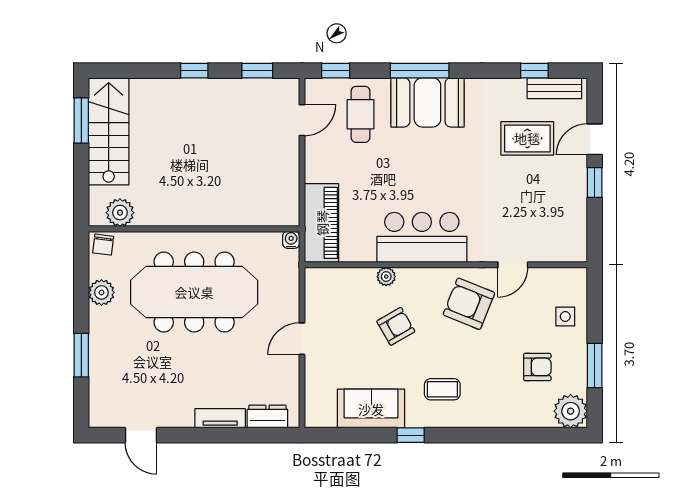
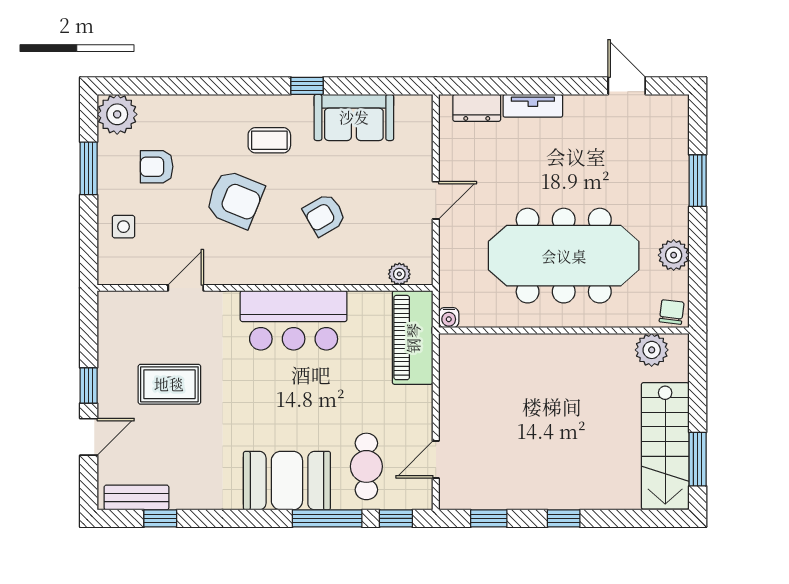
window: (420, 71) -> (327, 518), moved
rug: (527, 138) -> (169, 384), moved
plant: (386, 277) -> (399, 274), moved
armchair: (469, 304) -> (235, 199), moved

